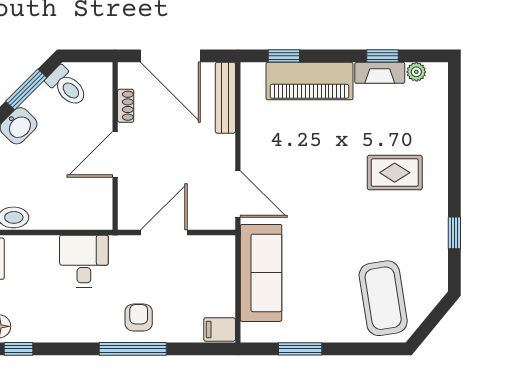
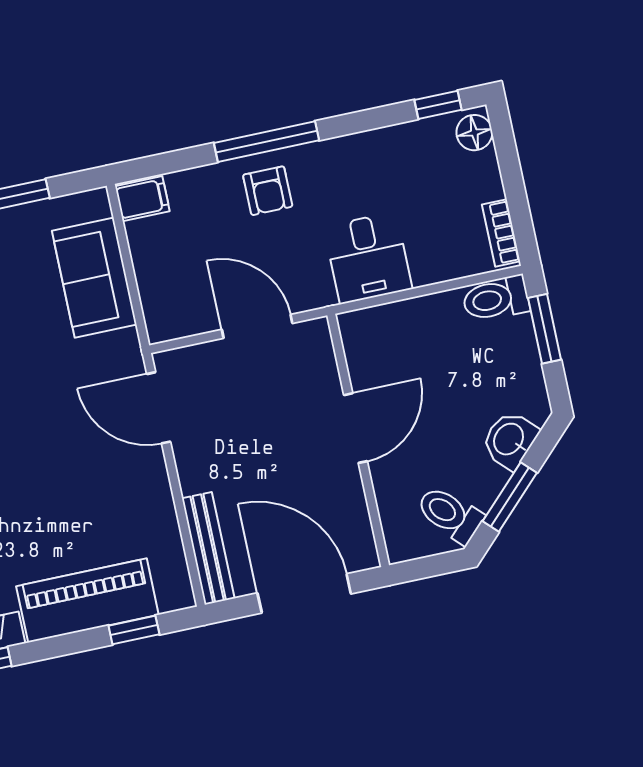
shoe rack: (126, 106) -> (355, 504), removed
door: (164, 233) -> (257, 326), swing flipped
sofa: (261, 273) -> (94, 278), width x0.73

